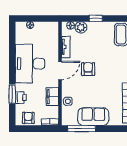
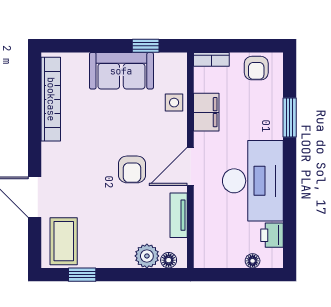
window: (96, 18) -> (82, 275), moved
printer: (21, 98) -> (272, 235), moved
window: (82, 129) -> (146, 46), width x0.46

